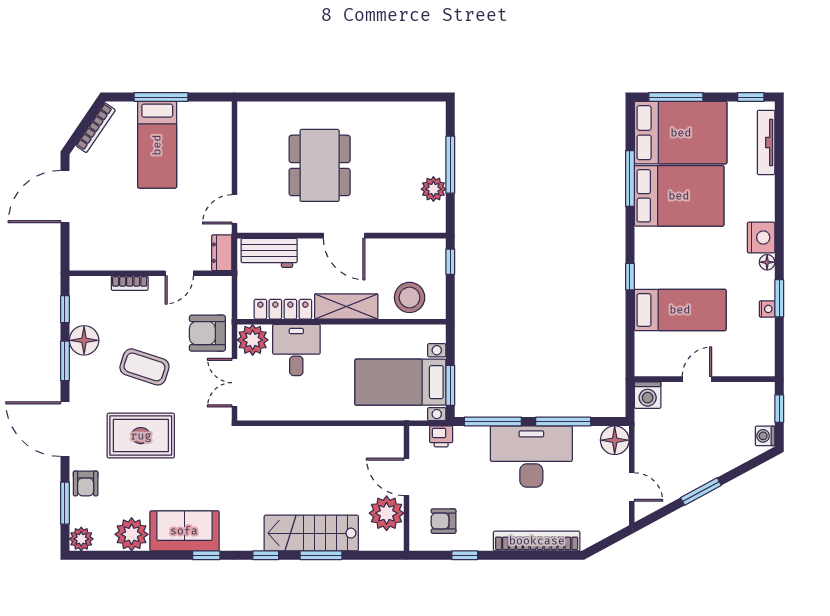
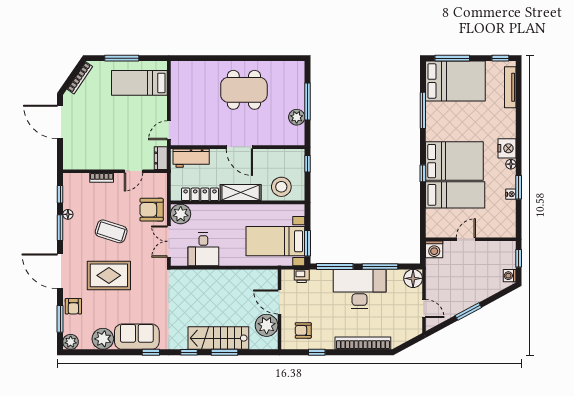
bed: (157, 145) -> (139, 83), moved, turned 90
dining table: (320, 165) -> (244, 90), moved, turned 90
bed: (679, 196) -> (454, 161), moved
door: (65, 197) -> (60, 122), hinge flipped
floor lamp: (84, 340) -> (68, 214), width x0.53, depth x0.53
desk: (296, 350) -> (203, 249), moved, turned 180

